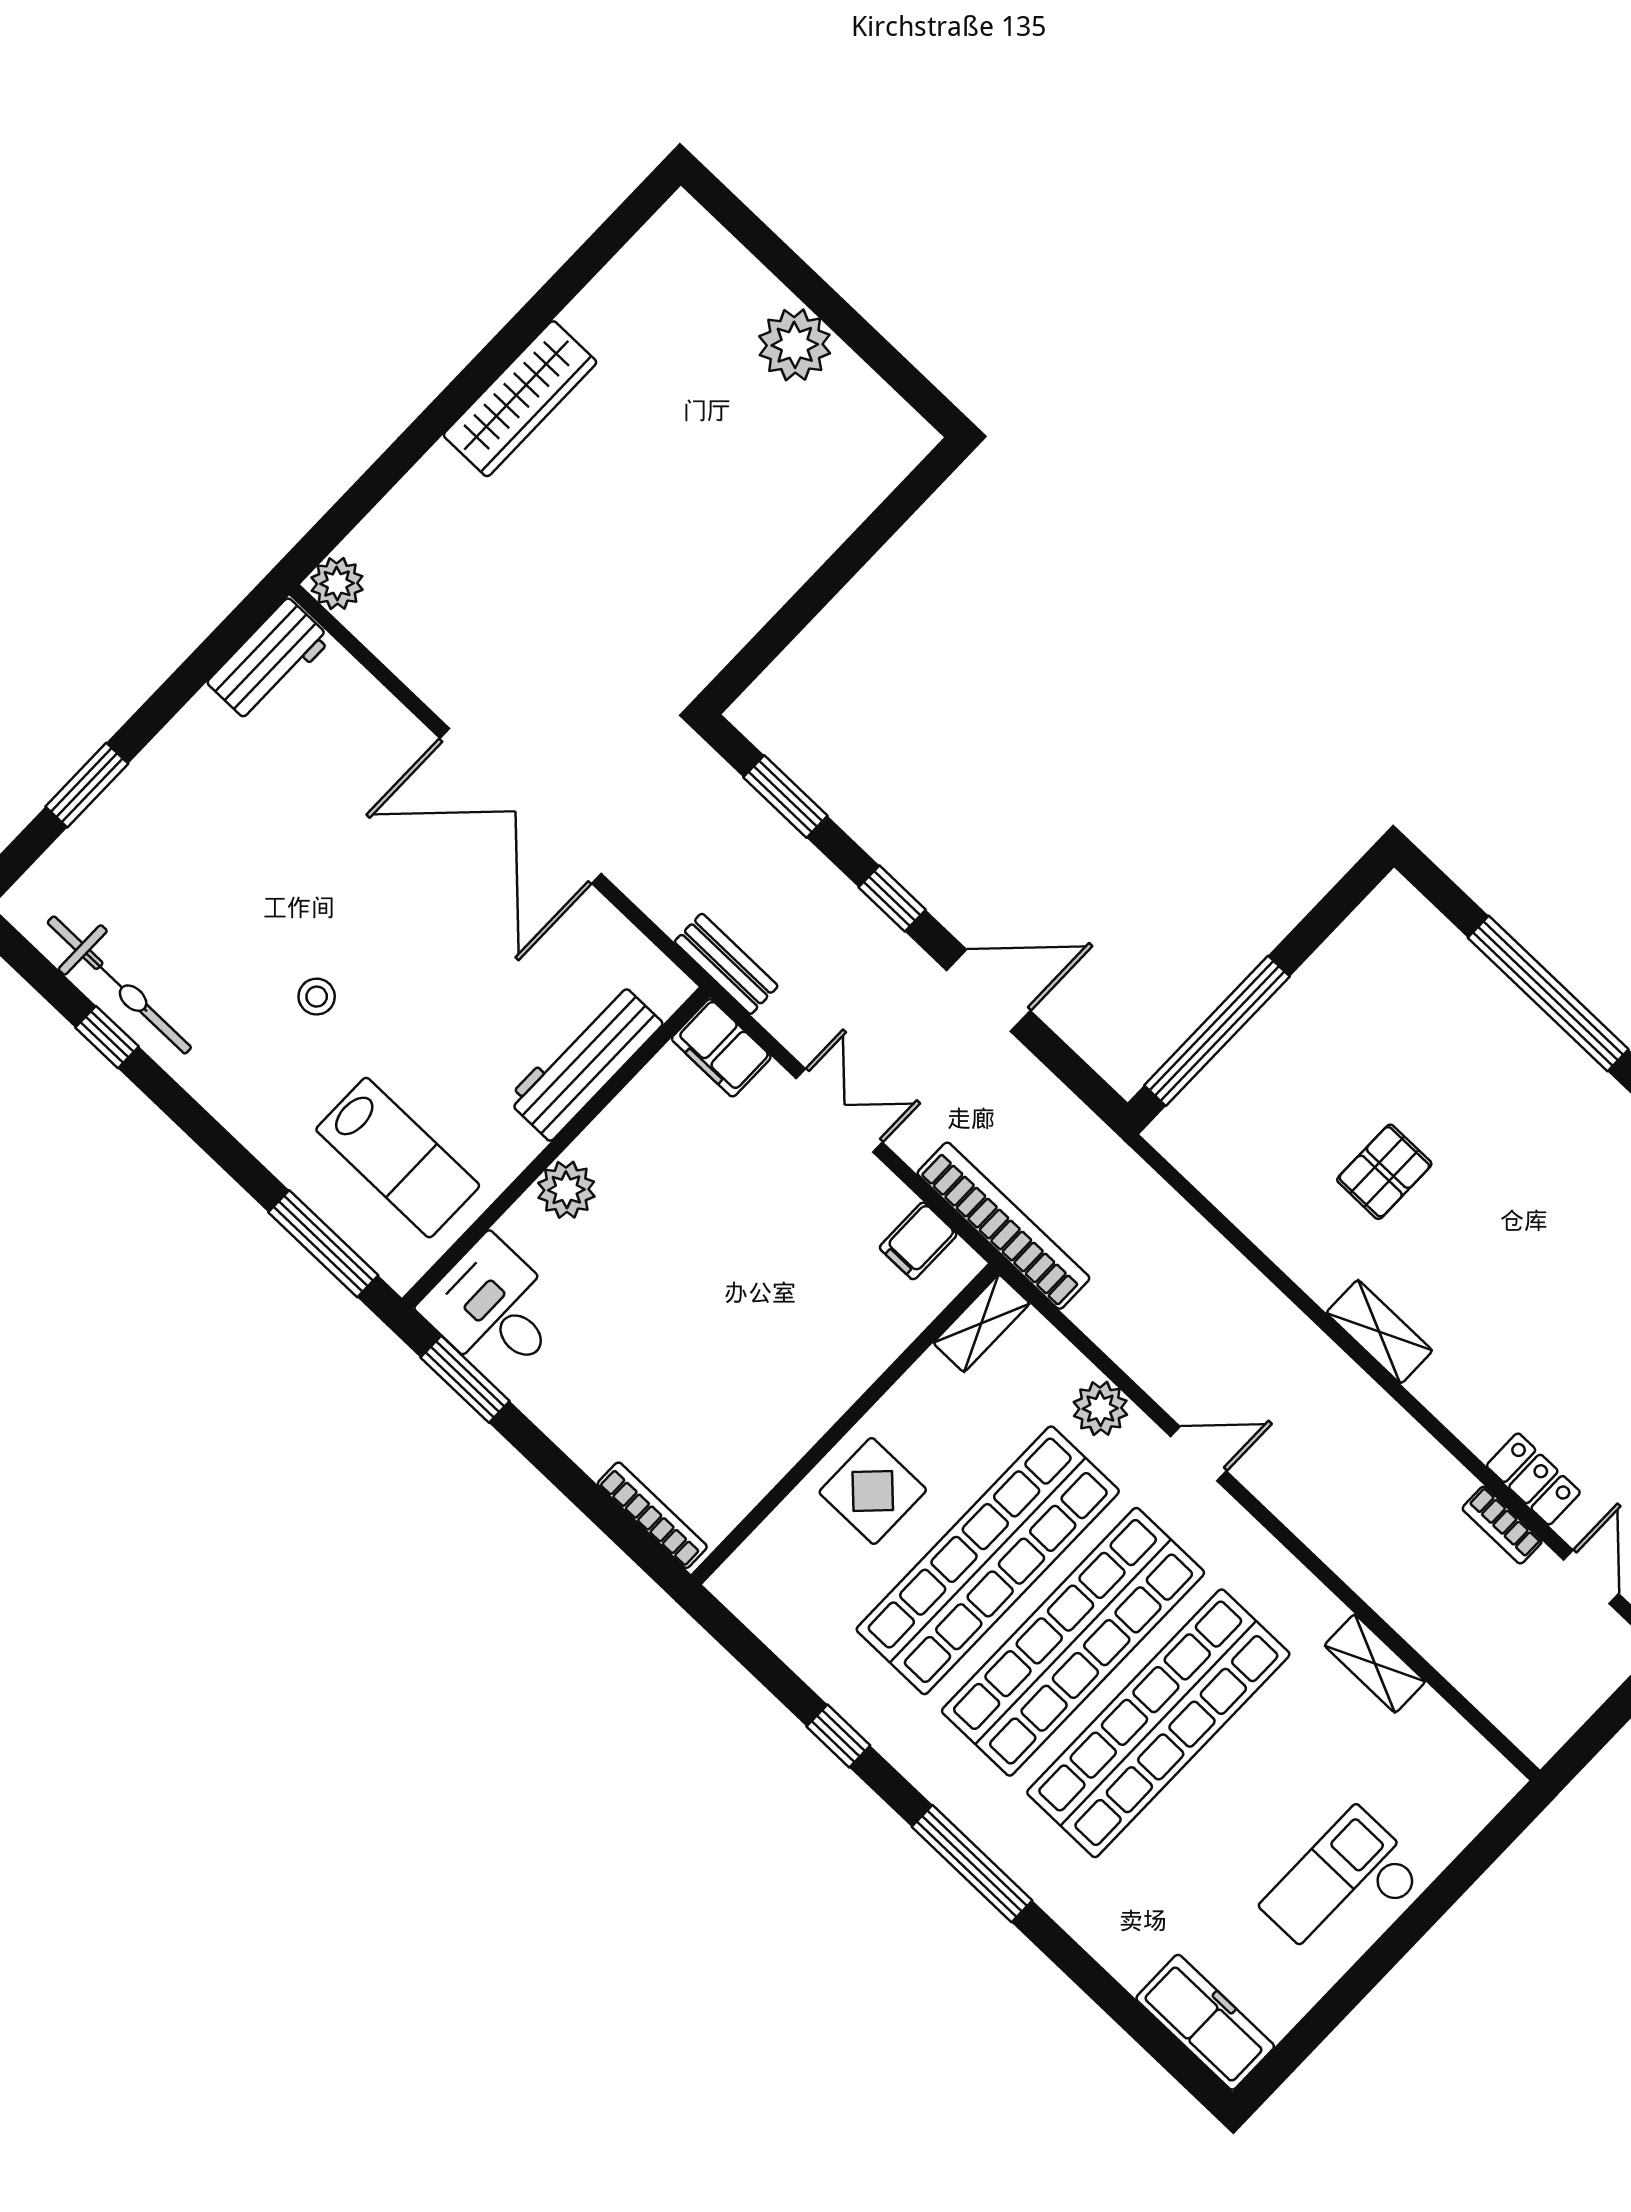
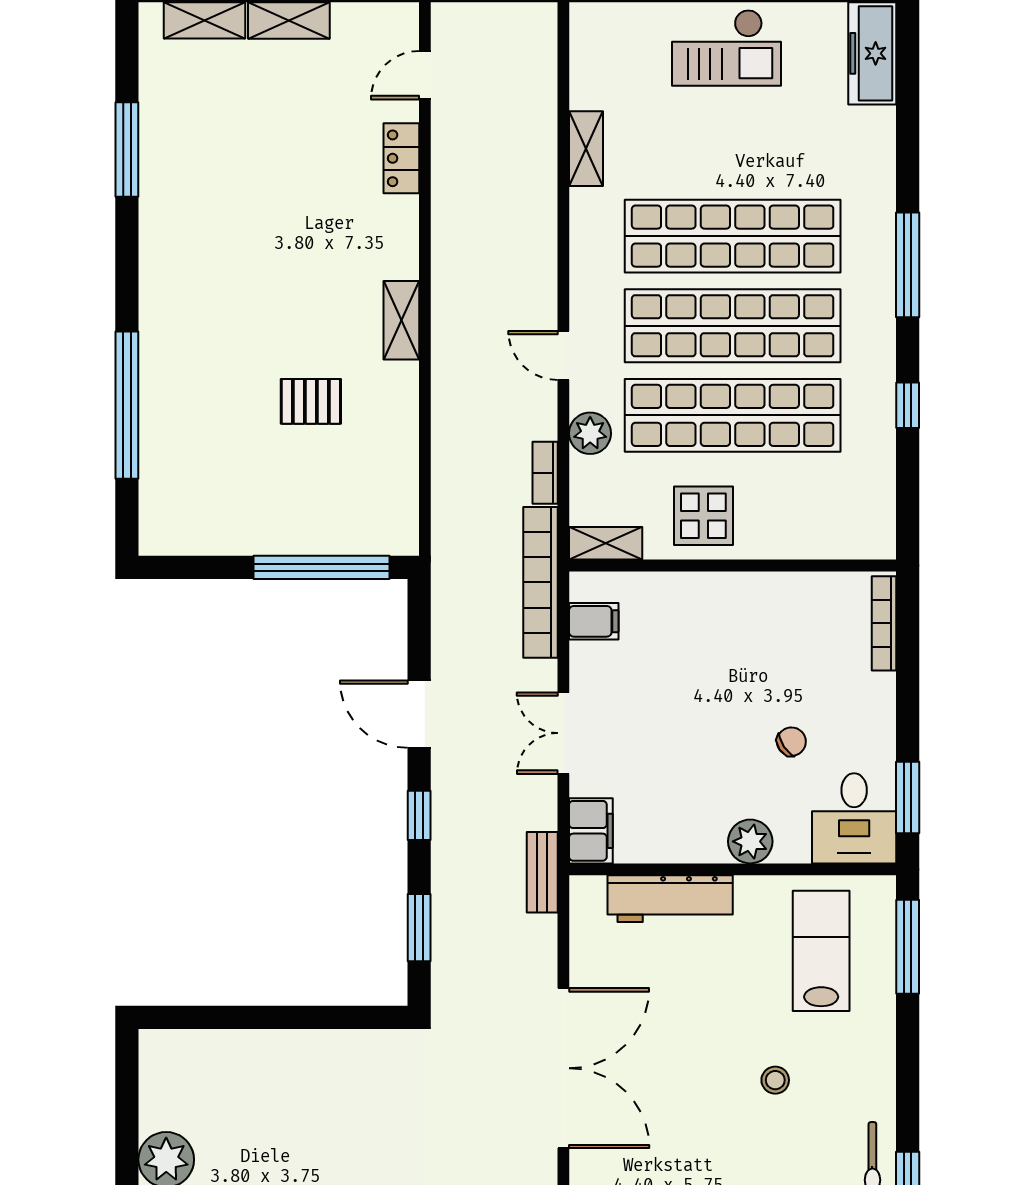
chair: (624, 1320) -> (791, 742), added
display table: (873, 1491) -> (703, 516), moved
bookcase: (1502, 1525) -> (545, 473), moved, turned 180

